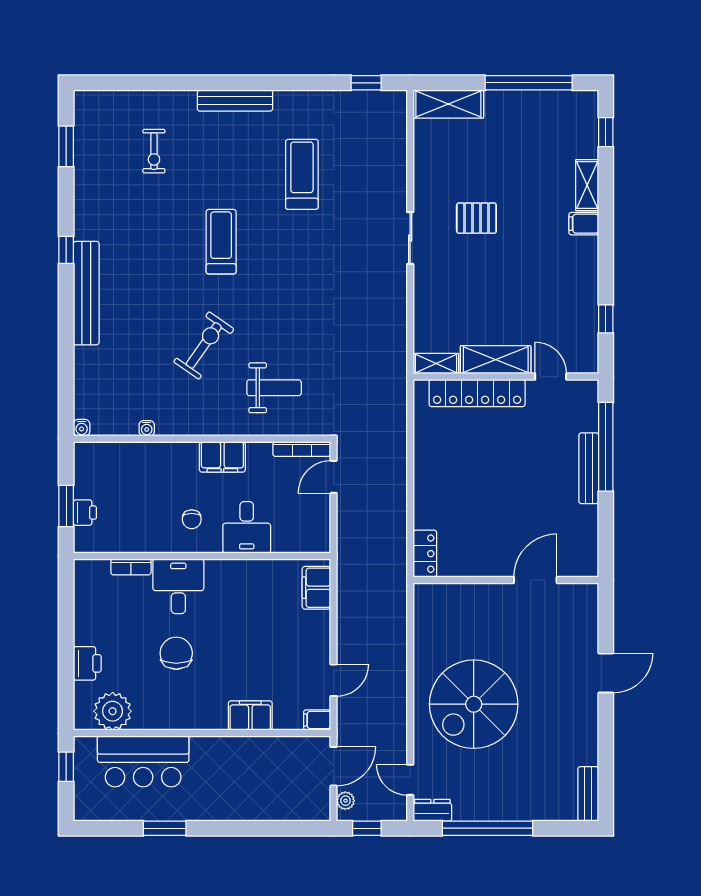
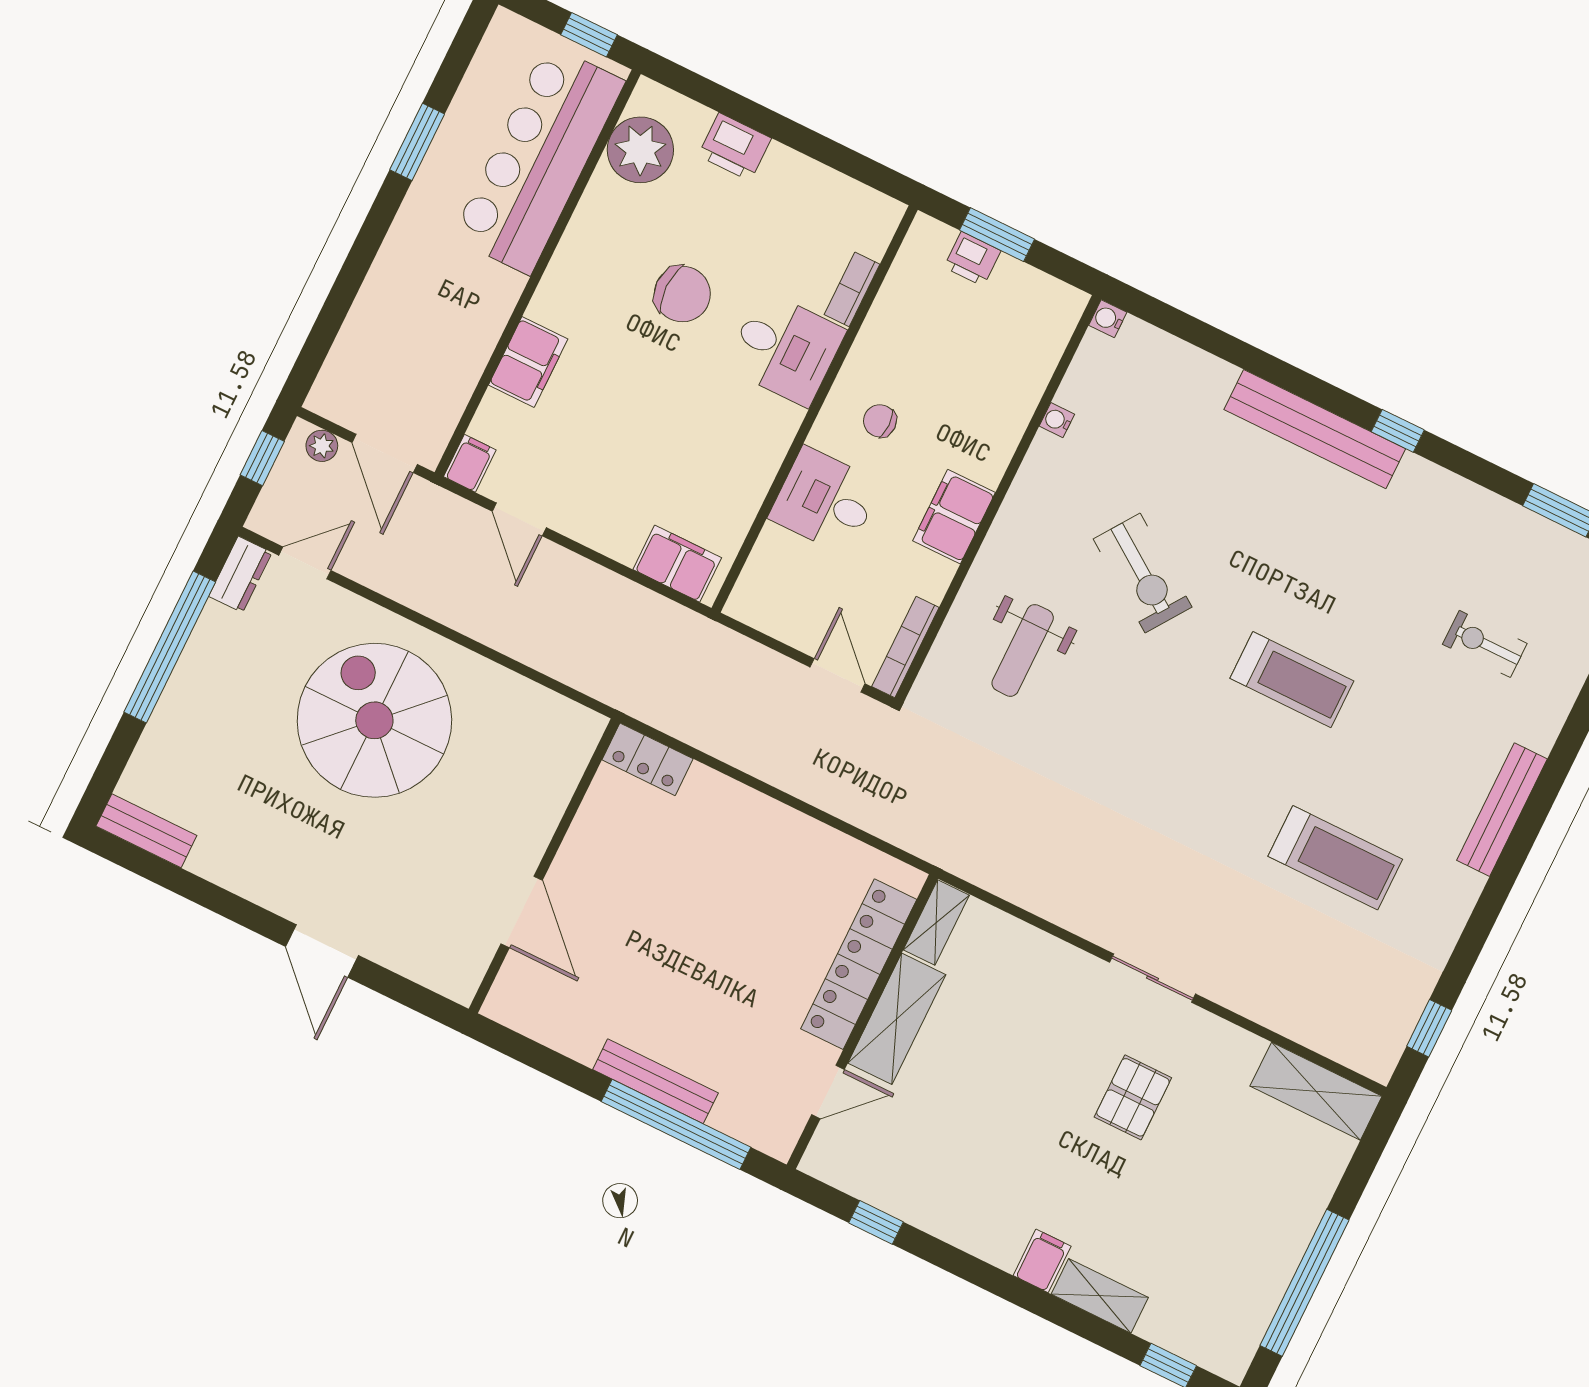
shelving: (448, 104) -> (1316, 1091), moved, turned 90
bar counter: (143, 761) -> (538, 159), width x1.36

